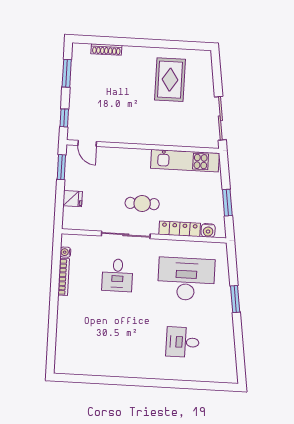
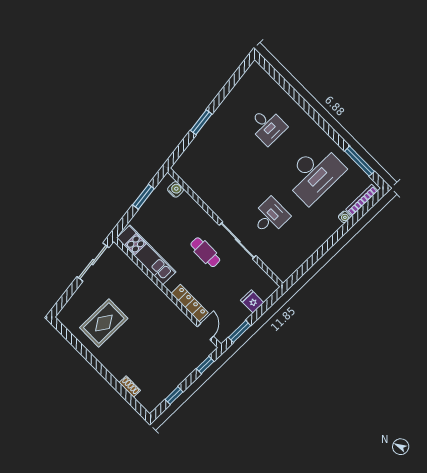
shoe rack: (106, 49) -> (130, 387), width x0.70
window: (67, 73) -> (174, 396), width x0.67
locker: (180, 229) -> (190, 303), moved, turned 180
water cooler: (65, 252) -> (344, 217), moved
bookcase: (64, 277) -> (362, 200), moved
desk: (186, 279) -> (314, 174), moved, turned -90
window: (88, 379) -> (359, 161), added

